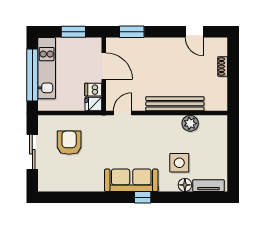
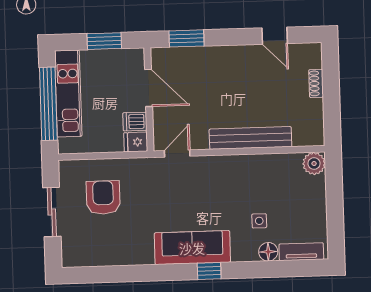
plant: (190, 123) -> (314, 163), moved
side table: (179, 163) -> (259, 221), width x0.54, depth x0.54

